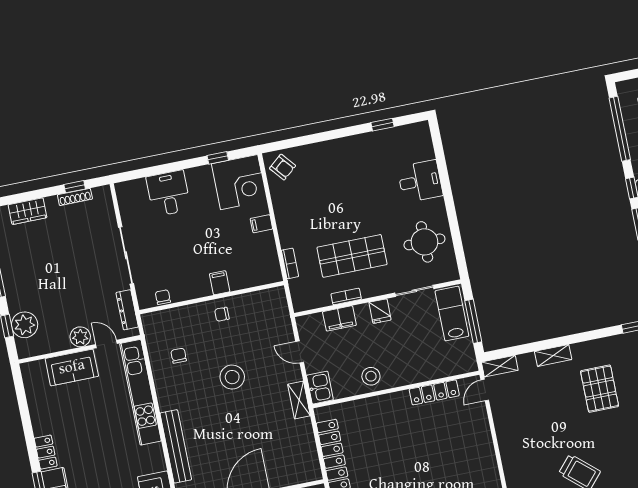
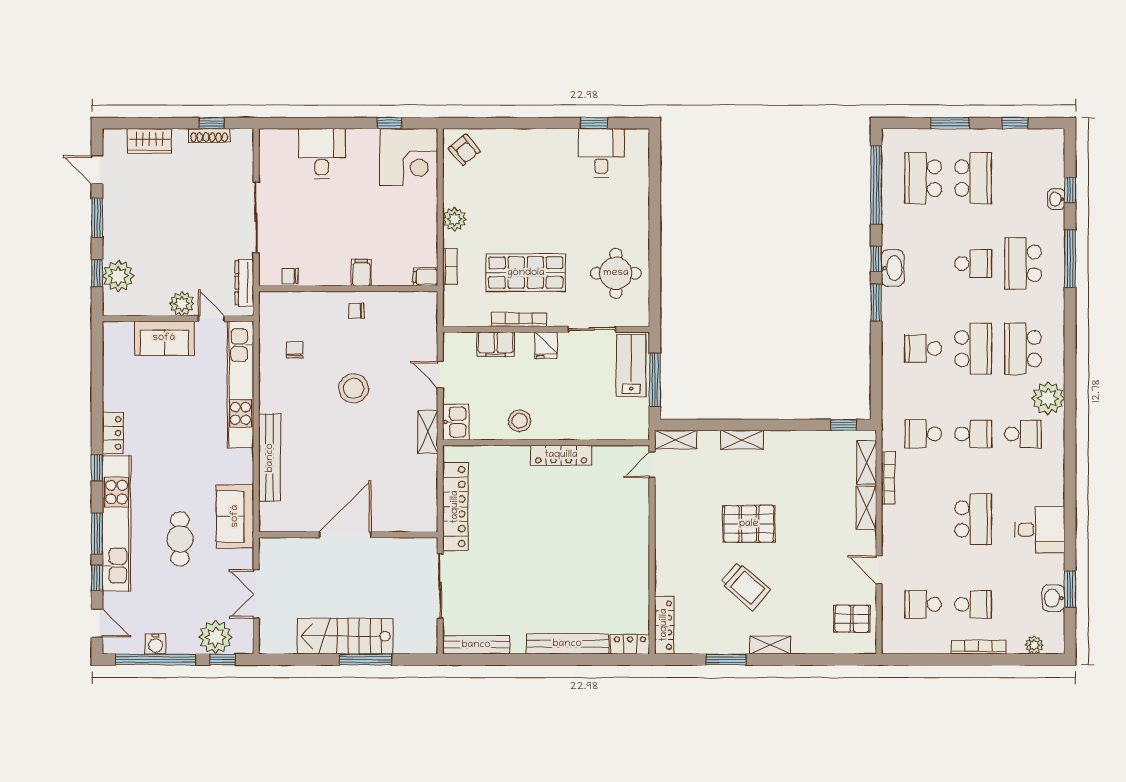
desk: (420, 181) -> (601, 153), moved, turned -90
filing cabinet: (261, 224) -> (425, 277), moved
plant: (286, 225) -> (454, 219), added
chair: (163, 297) -> (290, 276), turned -90
bookcase: (346, 297) -> (519, 320), width x1.56
pallet: (600, 389) -> (749, 524), moved, turned 90
locker: (434, 392) -> (561, 455), moved

